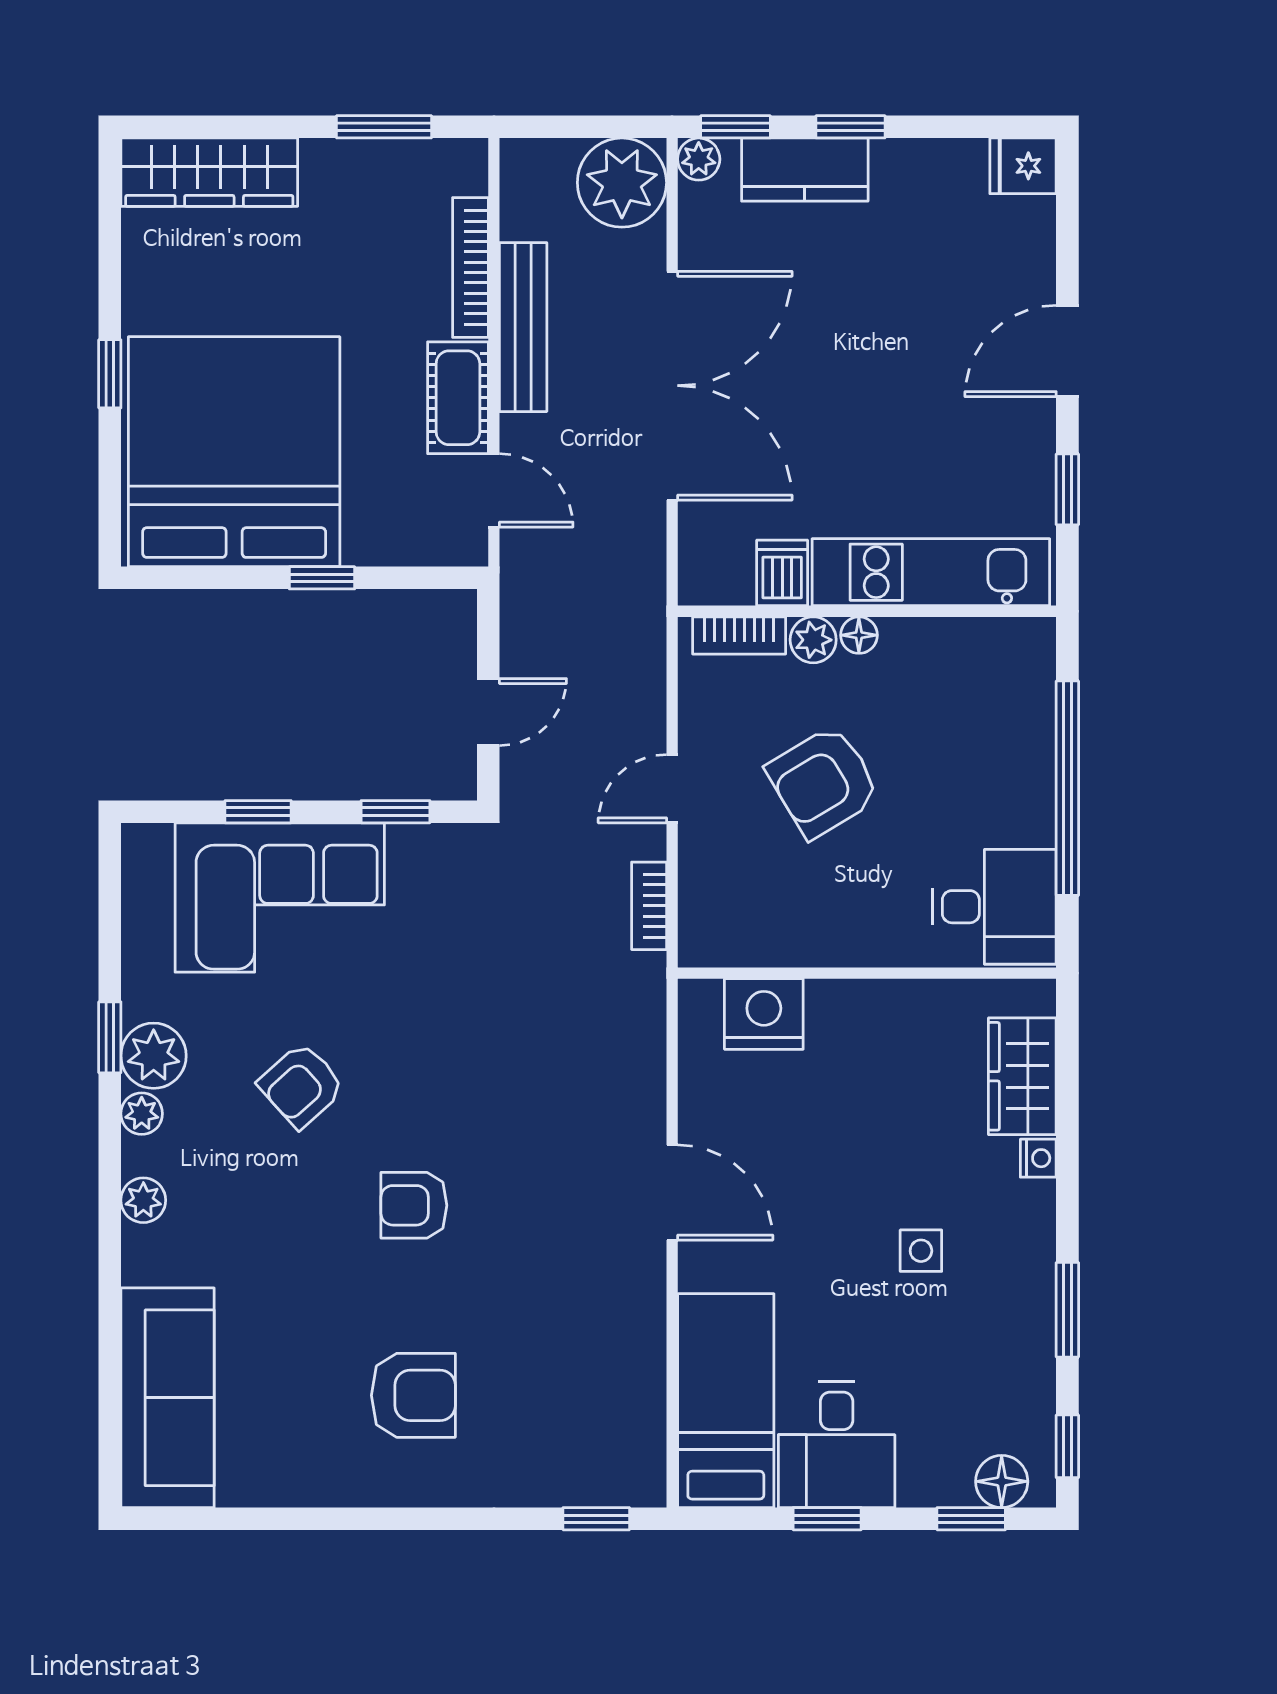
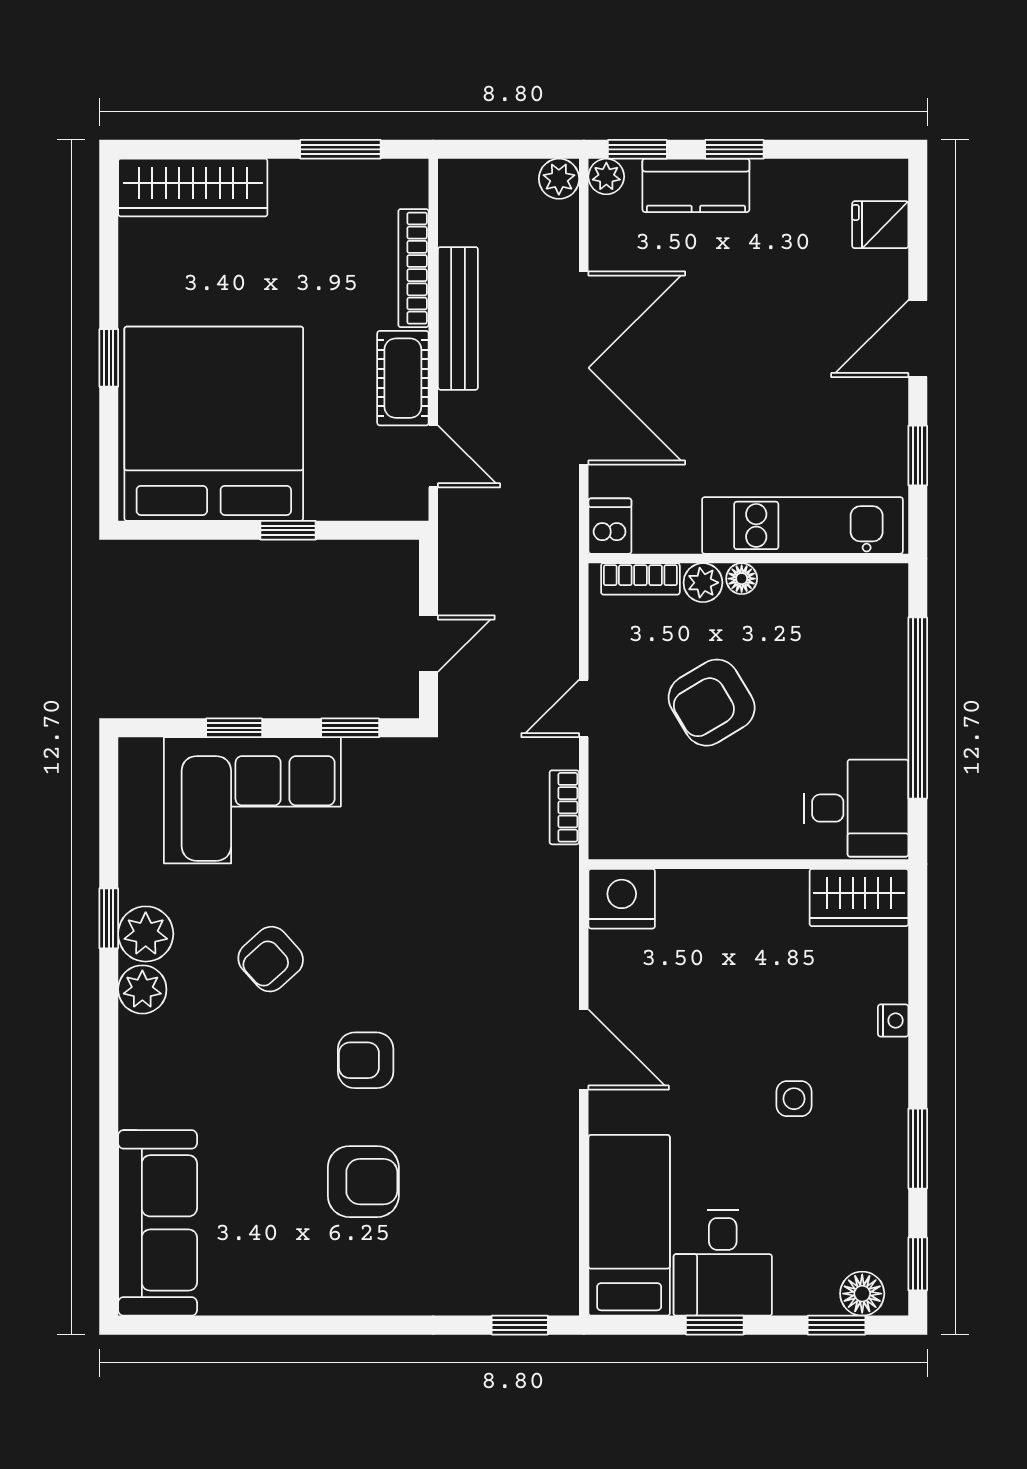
fridge: (1023, 166) -> (880, 225), moved
plant: (622, 183) -> (559, 179), width x0.53, depth x0.53
dishwasher: (782, 573) -> (610, 526), moved
nightstand: (764, 1014) -> (622, 899), moved
wardrobe: (1022, 1076) -> (859, 898), moved, turned -90
plant: (142, 1114) -> (142, 989), width x1.38, depth x1.38
plant: (143, 1200) -> (137, 1056), removed
armchair: (413, 1395) -> (363, 1182), moved

